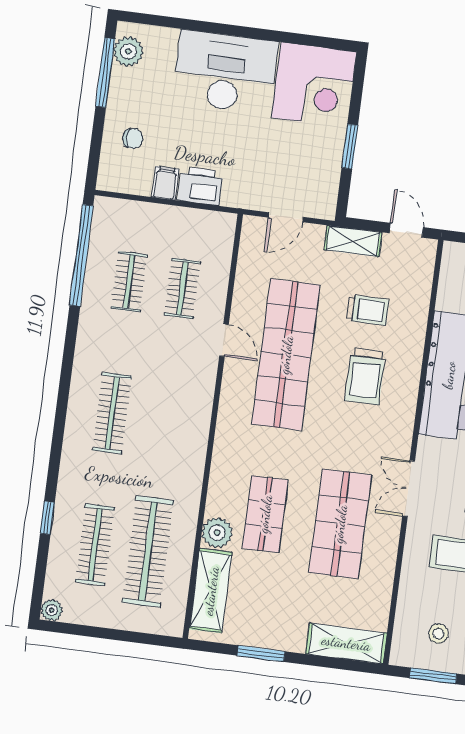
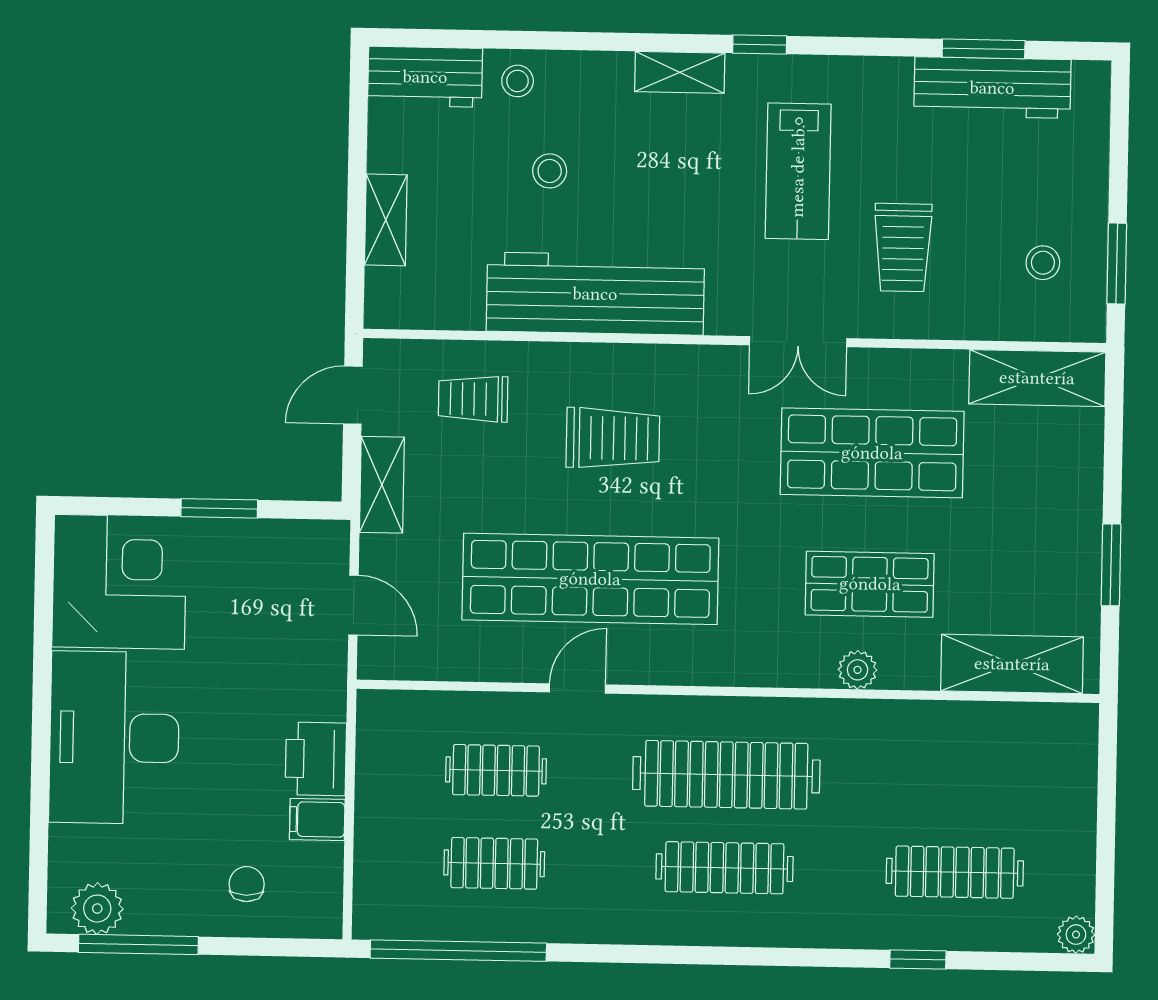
trolley: (368, 310) -> (473, 399), moved, turned -90
plant: (217, 533) -> (858, 670), moved, width x0.73, depth x0.73
clothes rail: (148, 552) -> (726, 775), moved
shelving: (346, 643) -> (1037, 378), moved, turned 90

